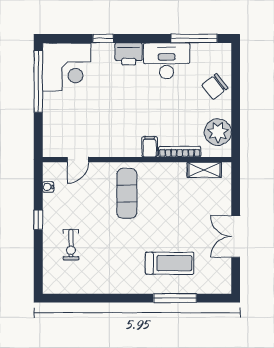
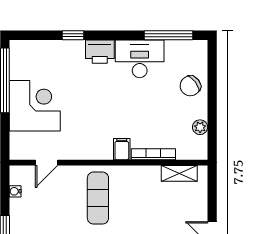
corner desk: (67, 67) -> (35, 106), moved, turned -90
plant: (218, 132) -> (200, 127), width x0.53, depth x0.53

